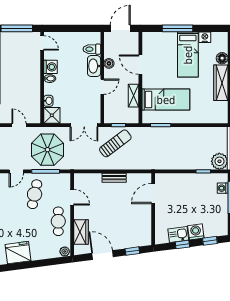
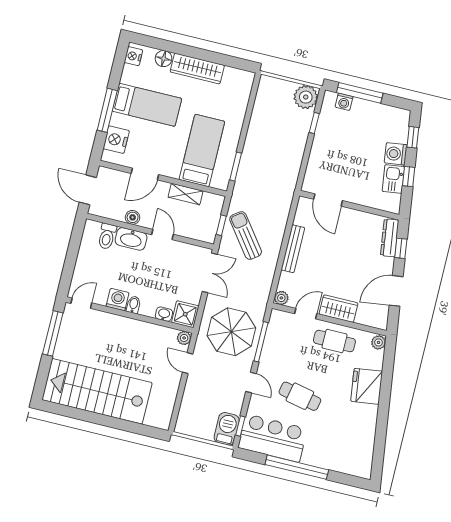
nightstand: (205, 37) -> (133, 56), moved
nightstand: (159, 39) -> (116, 140), added
plant: (35, 118) -> (184, 338), added
door: (19, 125) -> (188, 363), hinge flipped
plant: (79, 178) -> (281, 298), added
bench: (114, 178) -> (293, 249), width x1.36
cafe table: (35, 194) -> (300, 396), moved
wardrobe: (81, 232) -> (339, 309), moved
dresser: (138, 242) -> (390, 238), added
fridge: (18, 253) -> (367, 386), moved

